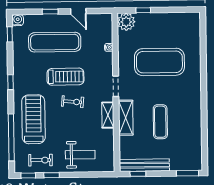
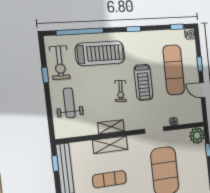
door: (78, 11) -> (202, 90), hinge flipped
doorway: (116, 86) -> (154, 130), moved
weight bench: (80, 155) -> (69, 103), turned 180
exercise bike: (41, 160) -> (60, 63), width x1.38, depth x1.39
window: (28, 175) -> (42, 51), removed

